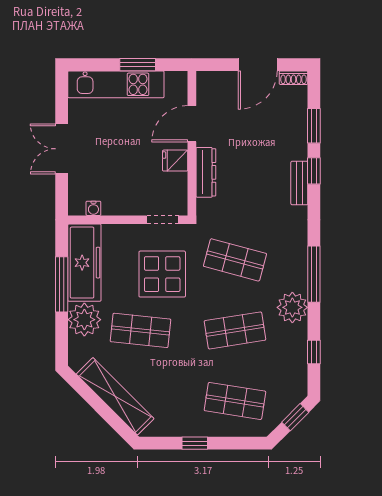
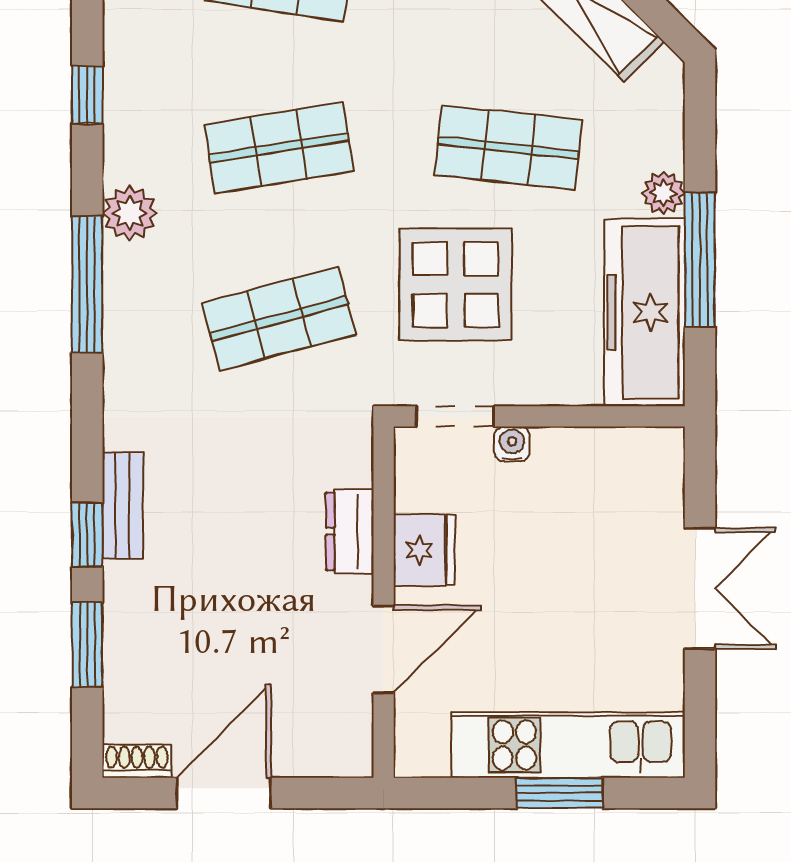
window: (138, 65) -> (560, 793), moved
fridge: (175, 161) -> (424, 550), width x1.38
dresser: (206, 172) -> (350, 531), width x0.70
water cooler: (93, 208) -> (512, 444), moved
shop shelf: (235, 260) -> (279, 319), turned -30
plant: (292, 307) -> (130, 213), width x0.73, depth x0.73
plant: (84, 320) -> (663, 193), width x0.53, depth x0.53

